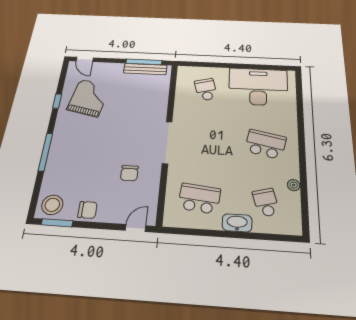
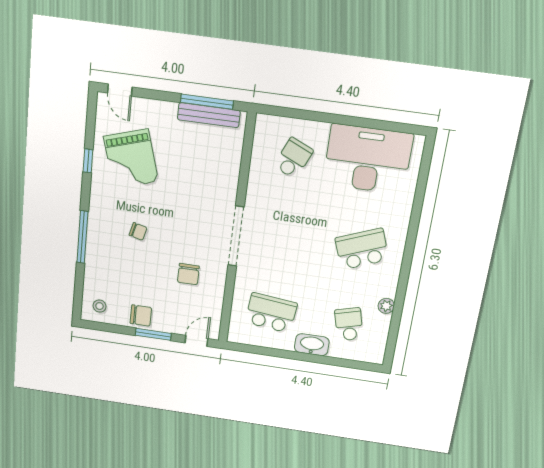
school desk: (206, 90) -> (293, 158), turned 39
grand piano: (89, 98) -> (131, 159), turned 151
school desk: (265, 144) -> (362, 249), turned -33
chair: (90, 145) -> (138, 231), added
stool: (52, 205) -> (100, 306), width x0.53, depth x0.53
window: (57, 223) -> (153, 334), moved

